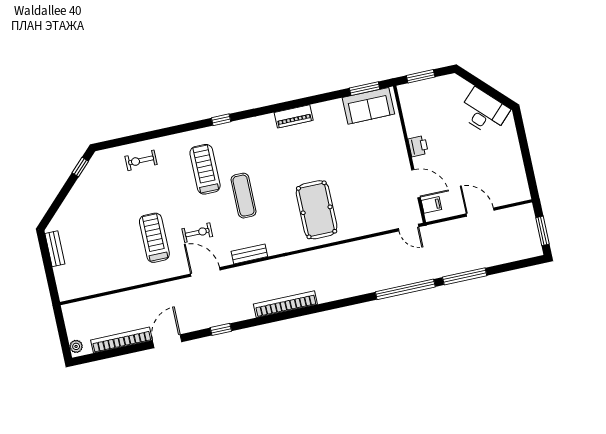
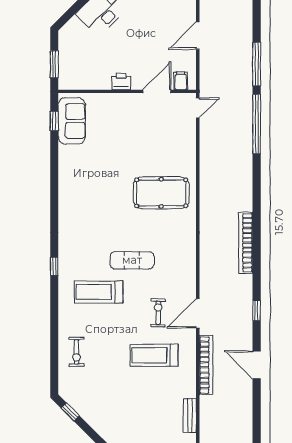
window: (365, 89) -> (54, 121), width x0.67
piano: (294, 116) -> (66, 195), removed
bench: (249, 254) -> (190, 416), moved
bookcase: (122, 340) -> (206, 365), moved, turned 180

